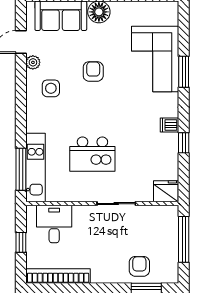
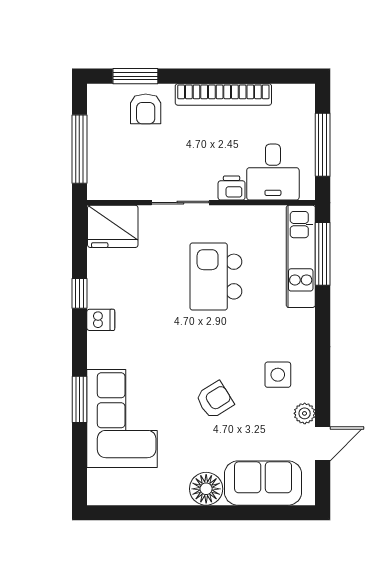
armchair: (93, 71) -> (215, 400), turned -122
kitchen island: (92, 154) -> (216, 277), turned -90
fridge: (166, 191) -> (113, 226), width x1.36, depth x1.34
printer: (82, 213) -> (232, 188), added
window: (21, 242) -> (323, 145), width x2.17
bookcase: (58, 276) -> (223, 94), moved

